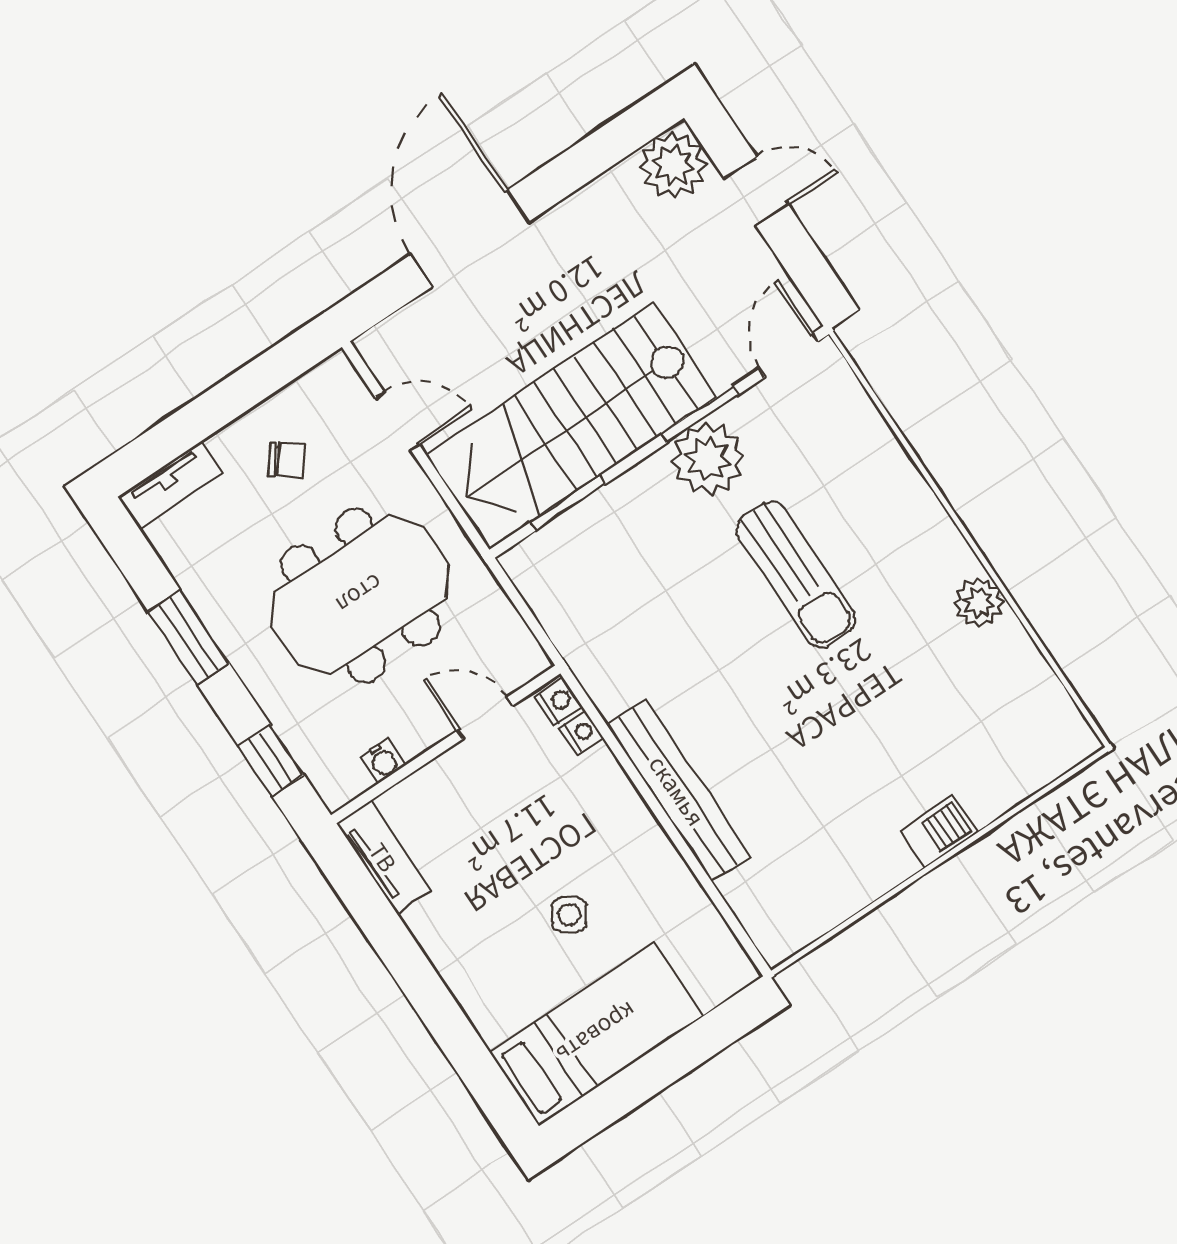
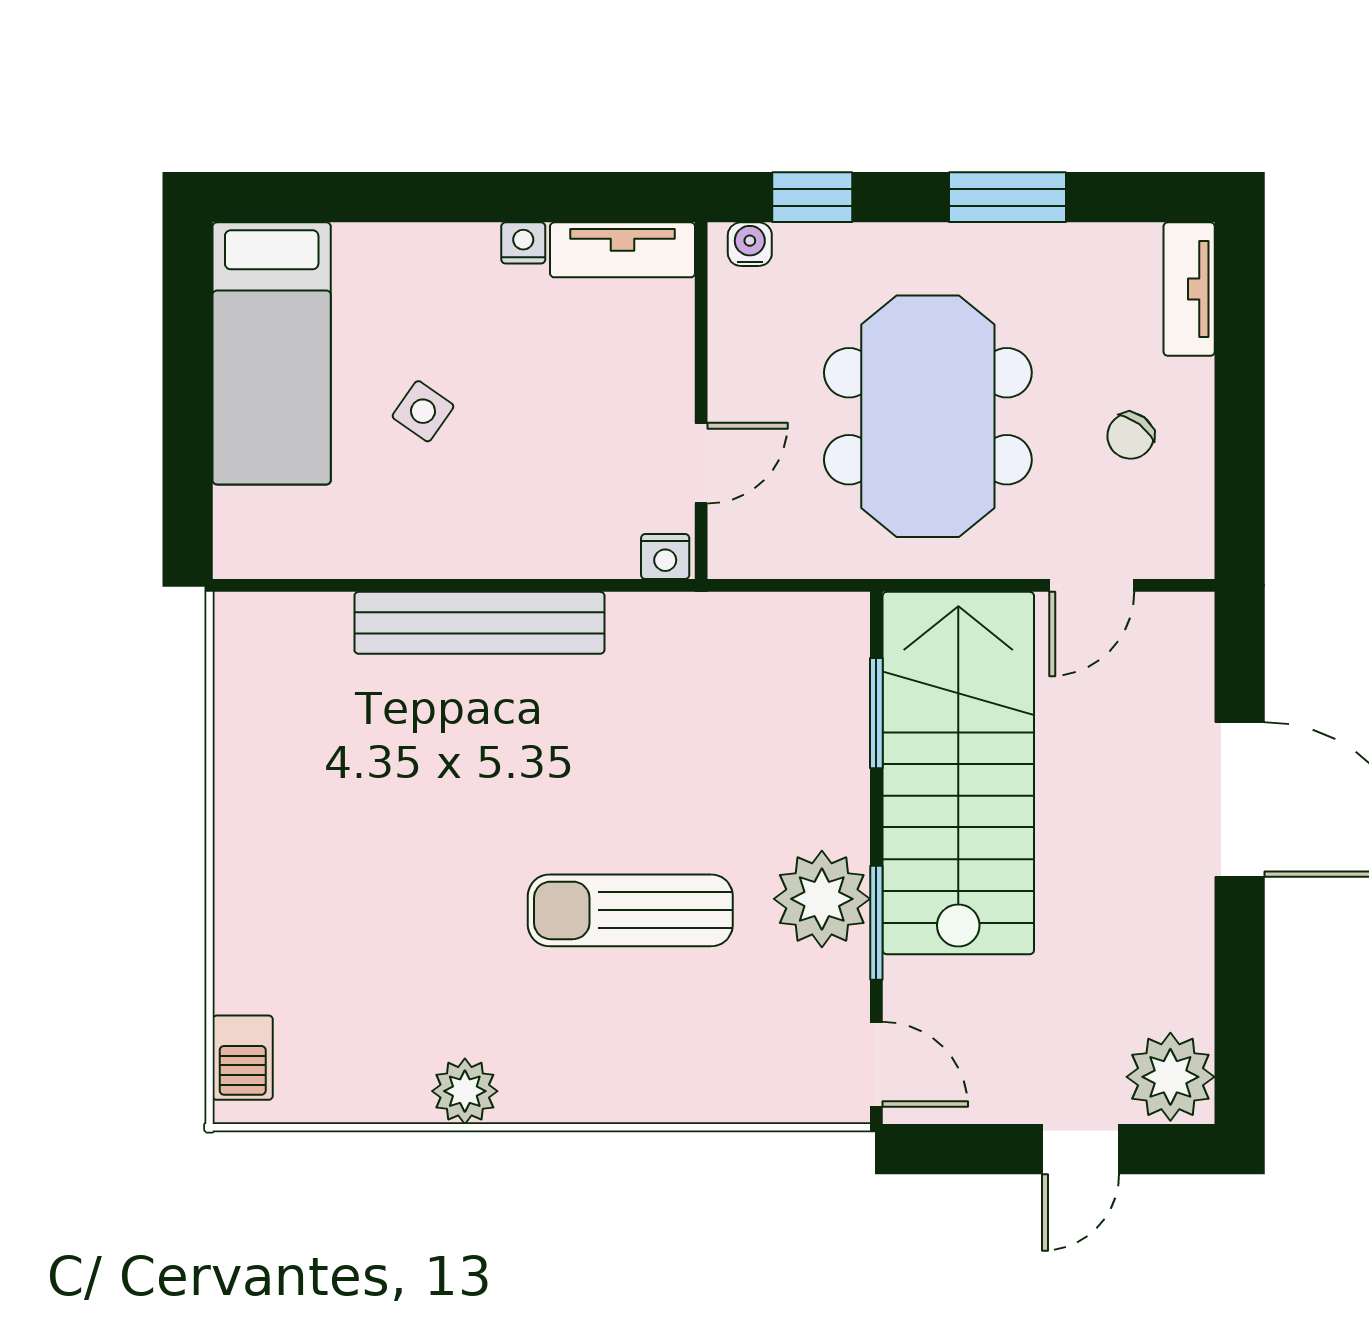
nightstand: (581, 733) -> (523, 243), moved, turned 180
water cooler: (383, 761) -> (750, 244), moved, turned 90
barbecue: (938, 832) -> (243, 1058), moved

